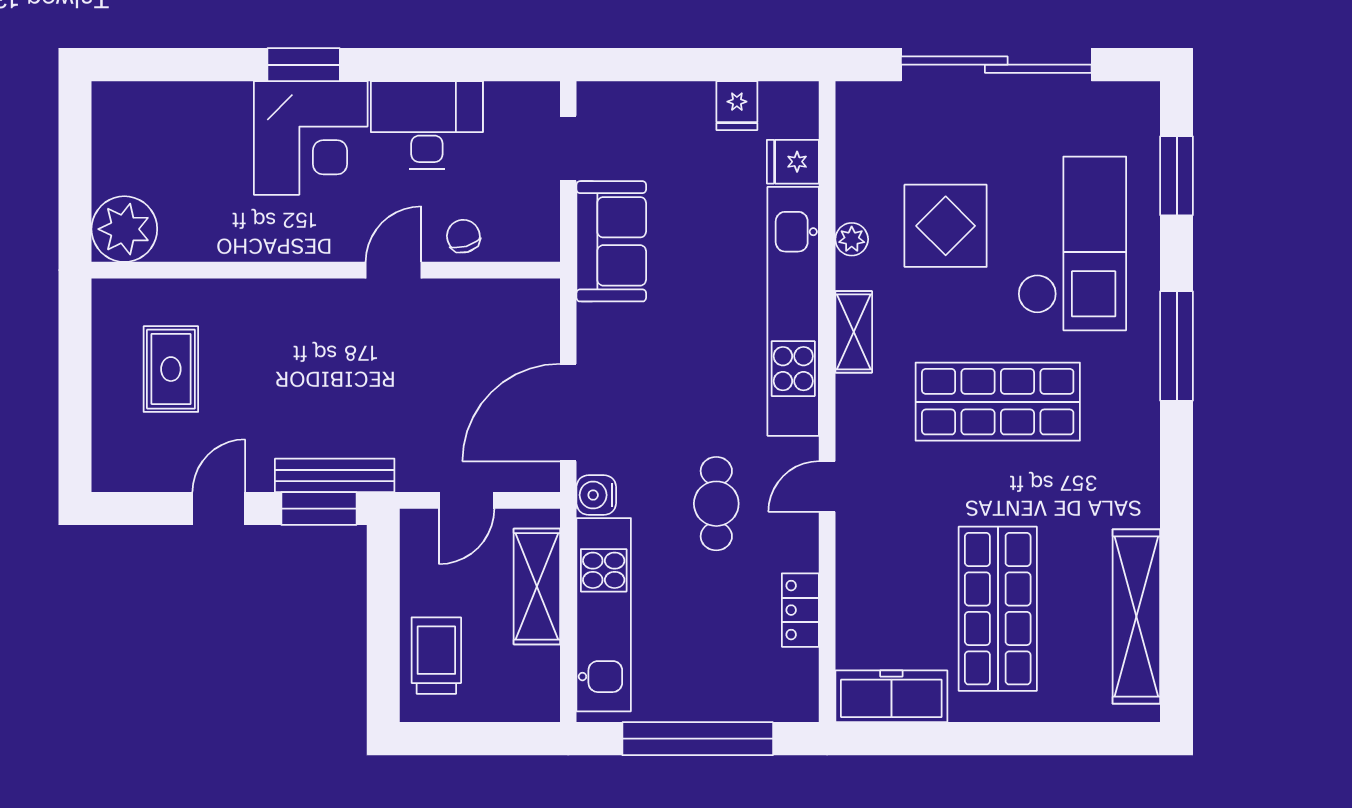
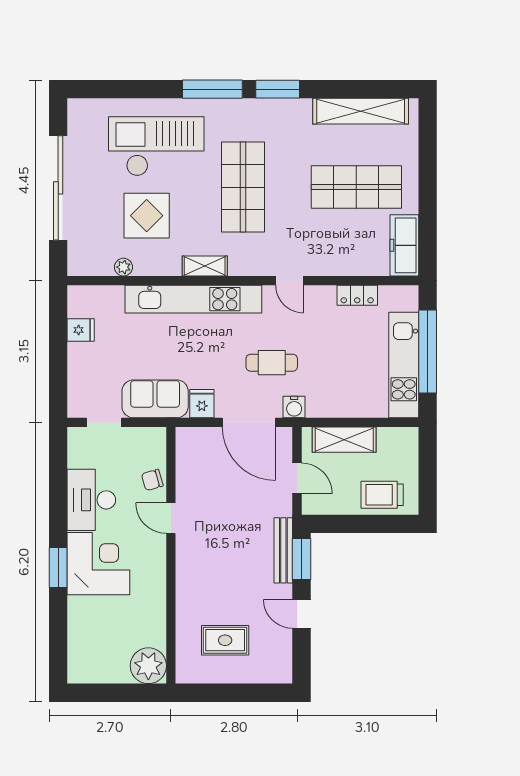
fridge: (793, 162) -> (202, 404), moved, turned 180
window: (1177, 176) -> (278, 89), moved
plant: (852, 239) -> (123, 267), moved
cafe table: (716, 504) -> (272, 363), moved
kitchen unit: (604, 615) -> (404, 365), moved, turned -90

